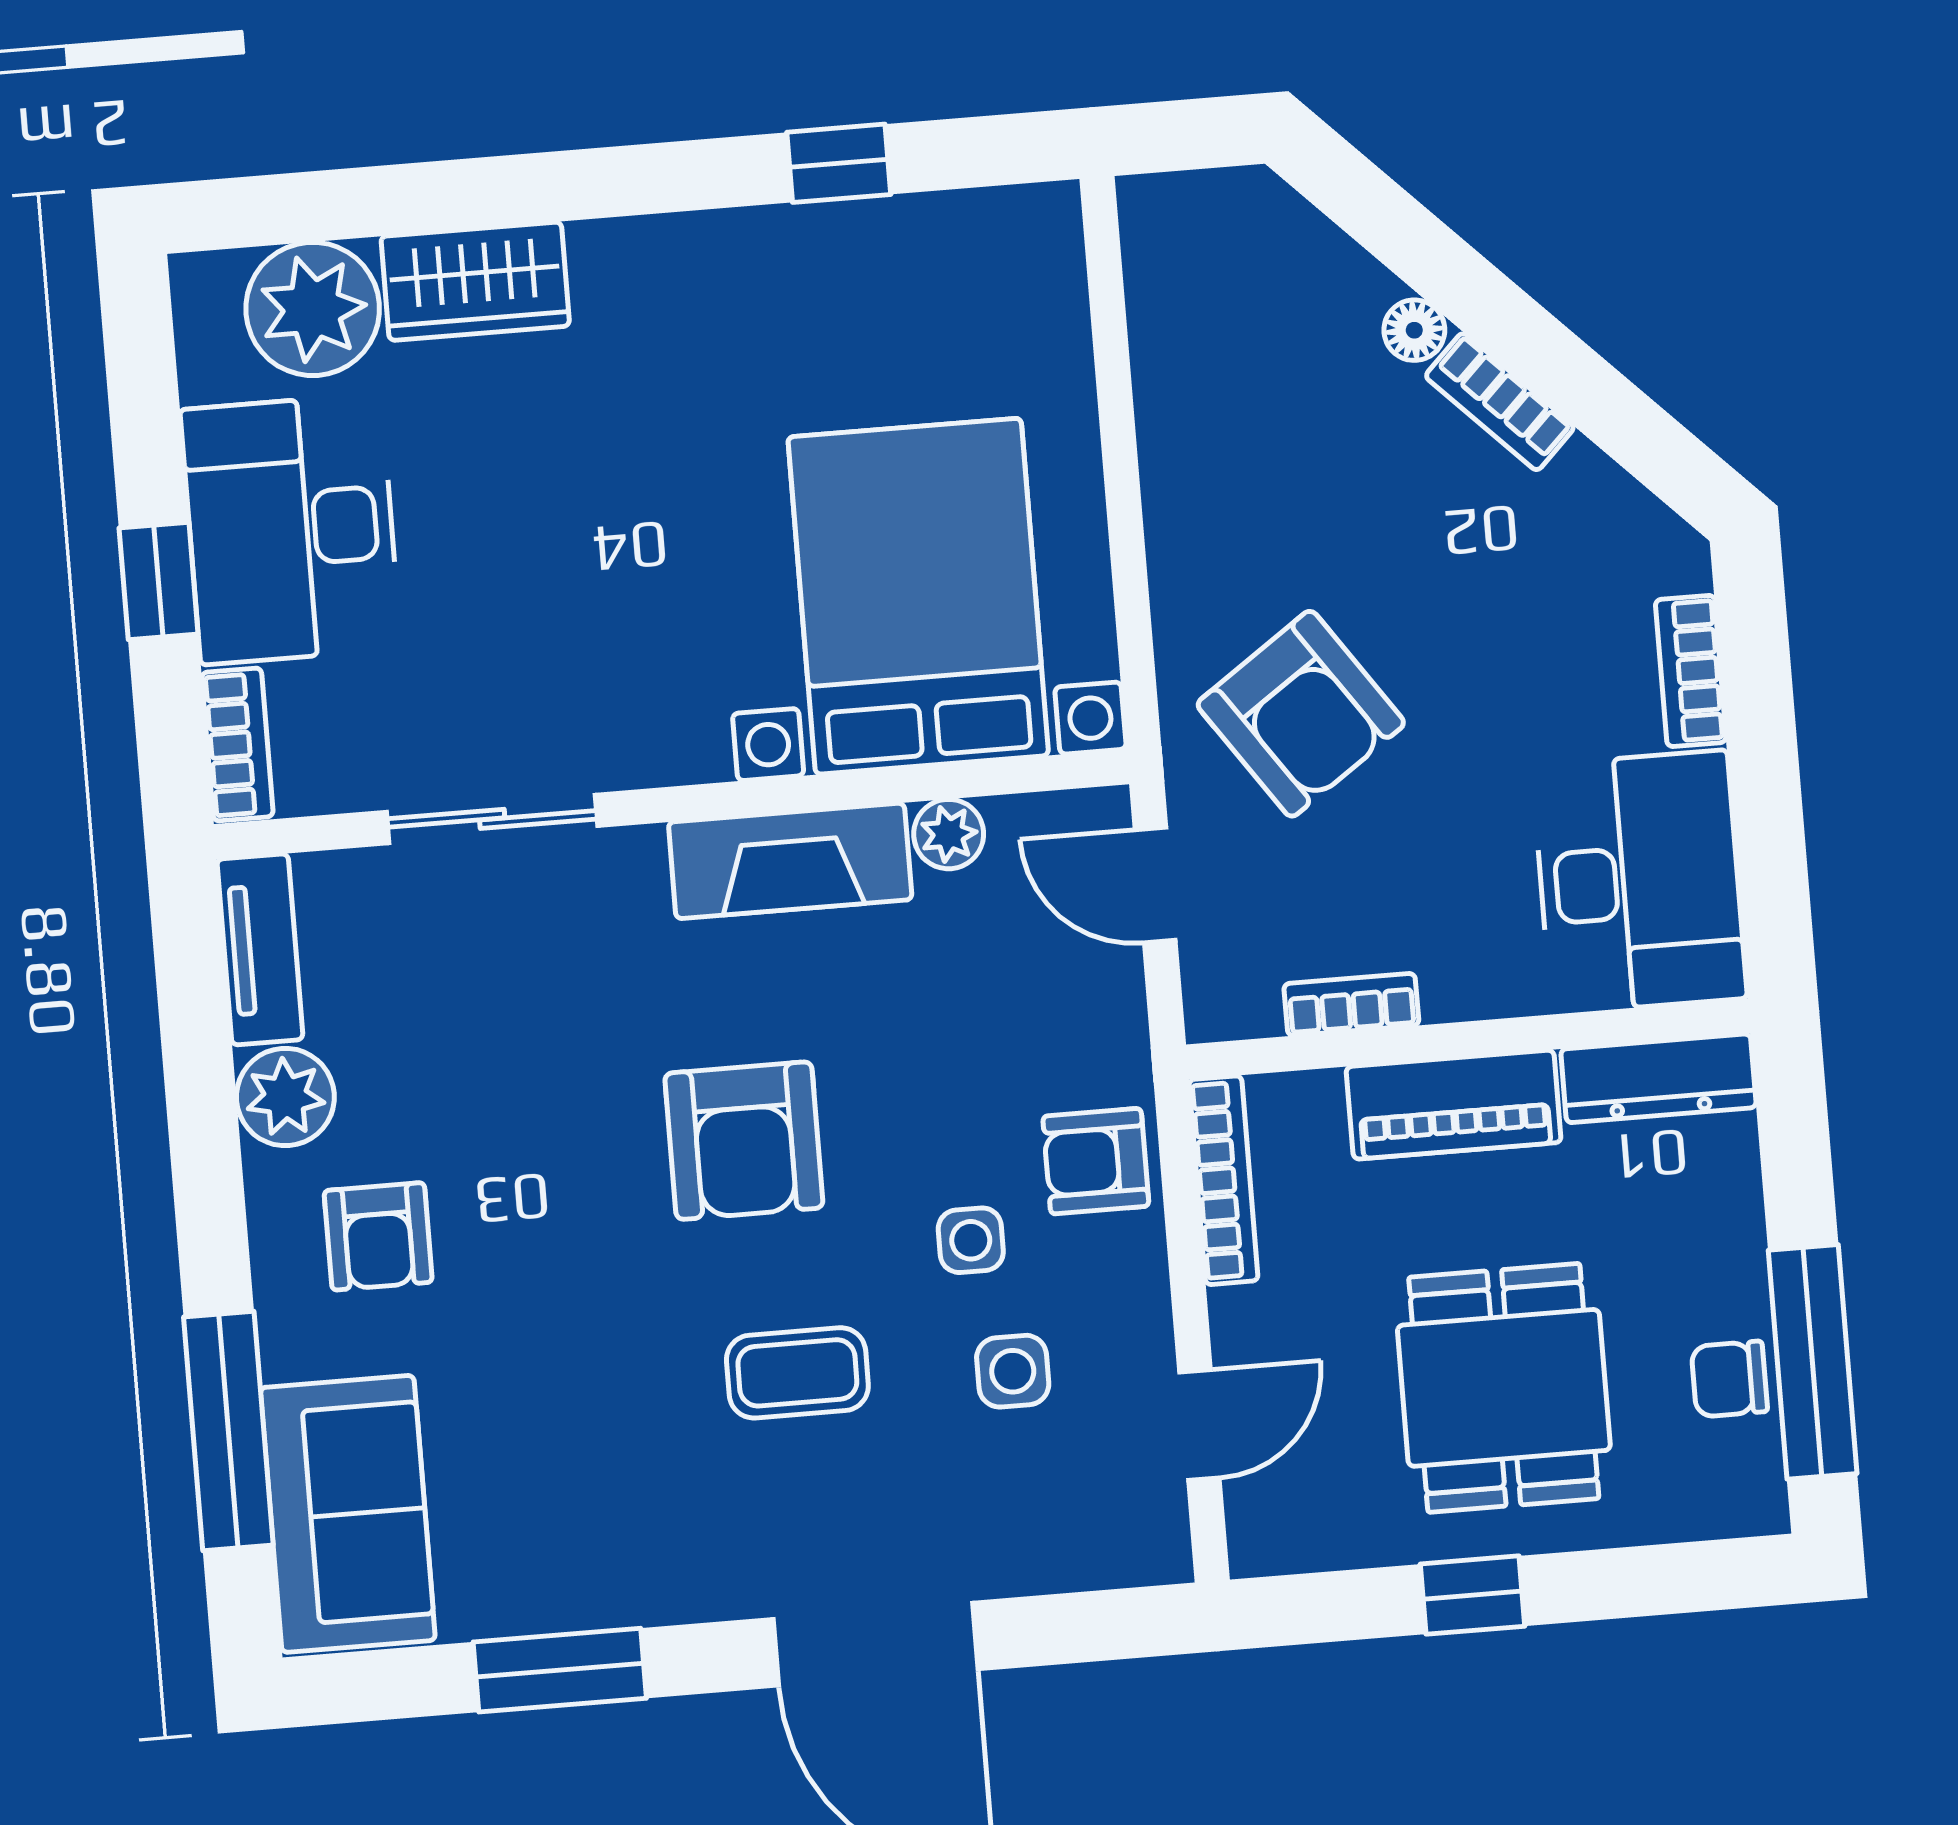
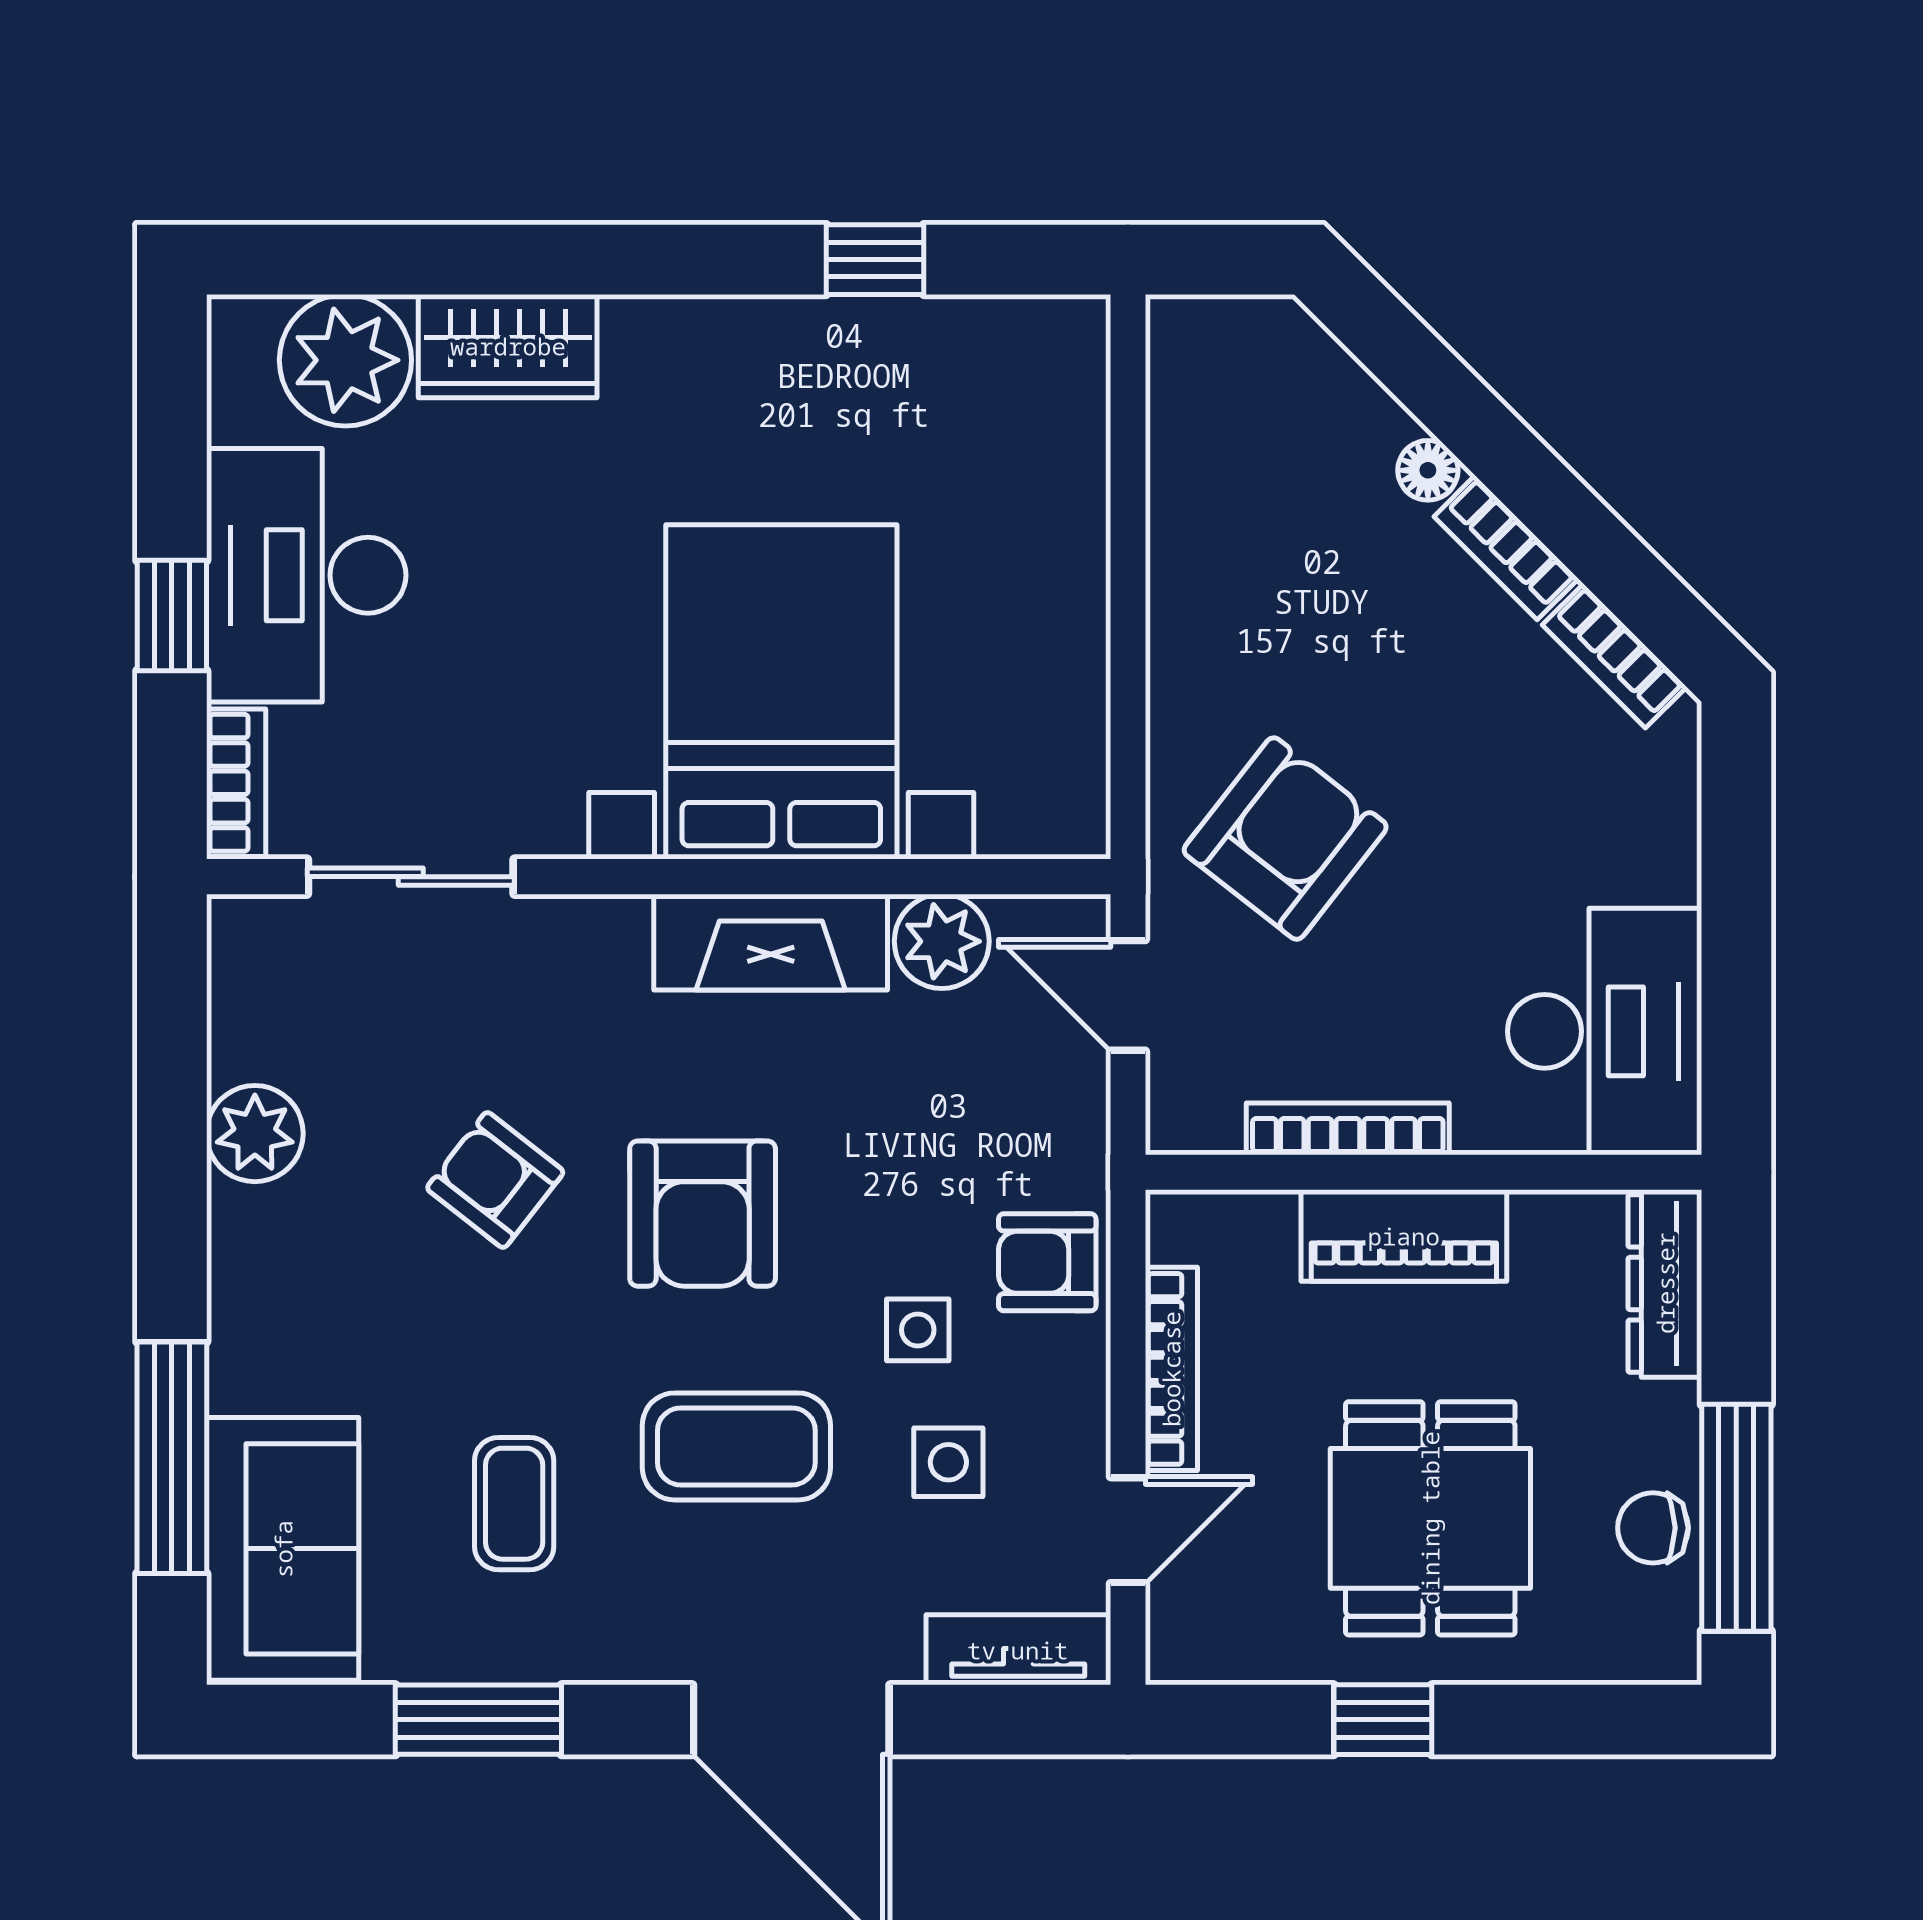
bed with nightstands: (918, 596) -> (781, 692), moved
bookcase: (1691, 671) -> (1615, 656), moved, turned -45
armchair: (1301, 714) -> (1285, 839), turned -107
sliding door: (492, 819) -> (411, 877), moved
plant: (949, 834) -> (942, 941), width x1.38, depth x1.38
tv unit: (260, 949) -> (1018, 1650), moved, turned -90
bookcase: (1351, 1005) -> (1348, 1129), width x1.56
dresser: (1658, 1078) -> (1665, 1283), moved, turned 90
bookcase: (1224, 1180) -> (1171, 1369), moved
armchair: (378, 1236) -> (495, 1180), moved, turned 128
coffee table: (797, 1373) -> (736, 1446), width x1.36, depth x1.30
coffee table: (578, 1449) -> (514, 1504), added

